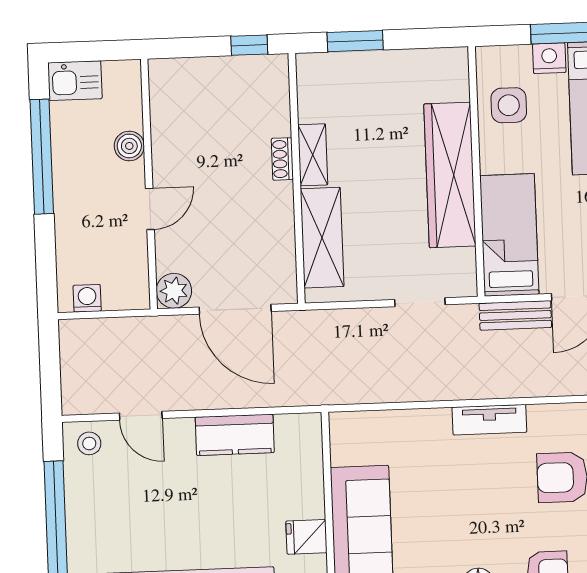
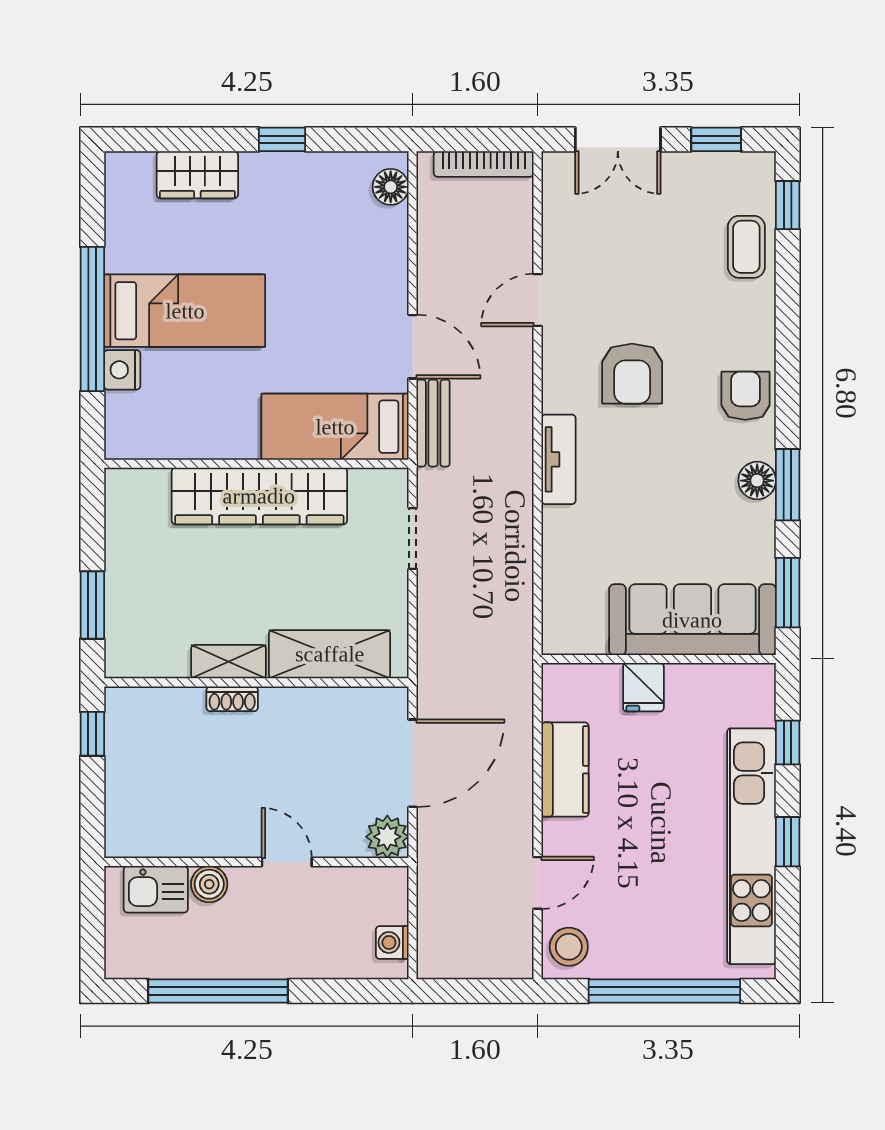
kitchen sink: (75, 81) -> (156, 889), moved, turned 90
side table: (509, 105) -> (177, 421), removed
stool: (89, 443) -> (569, 947), width x1.37, depth x1.37
fridge: (306, 537) -> (643, 687), moved

